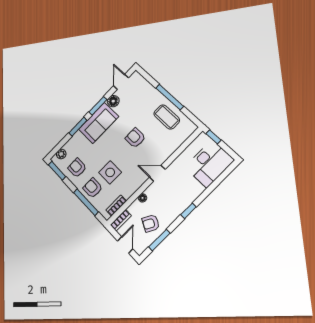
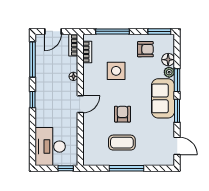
floor lamp: (113, 101) -> (168, 60), moved
coffee table: (167, 117) -> (122, 143), moved
armchair: (135, 138) -> (122, 114), turned -90
plant: (61, 154) -> (169, 72), moved
armchair: (93, 188) -> (118, 47), removed
armchair: (151, 223) -> (50, 65), removed
window: (159, 240) -> (32, 59), width x1.44
door: (125, 245) -> (53, 31), hinge flipped

